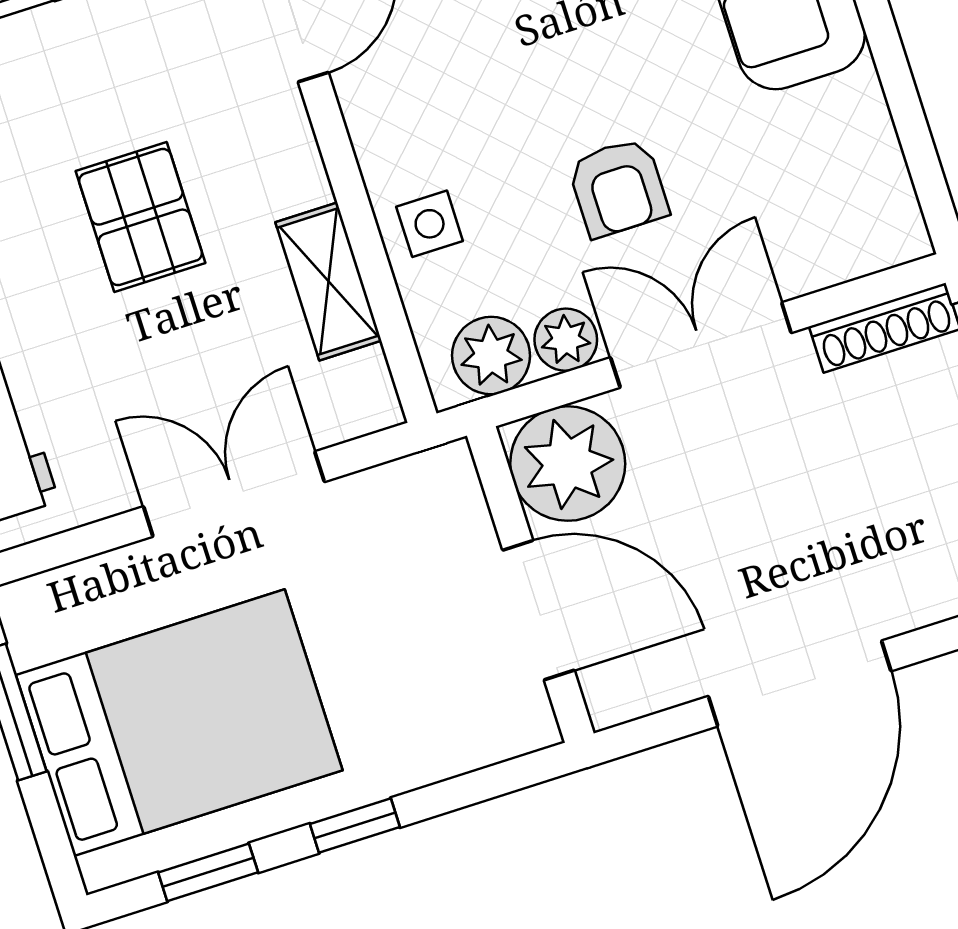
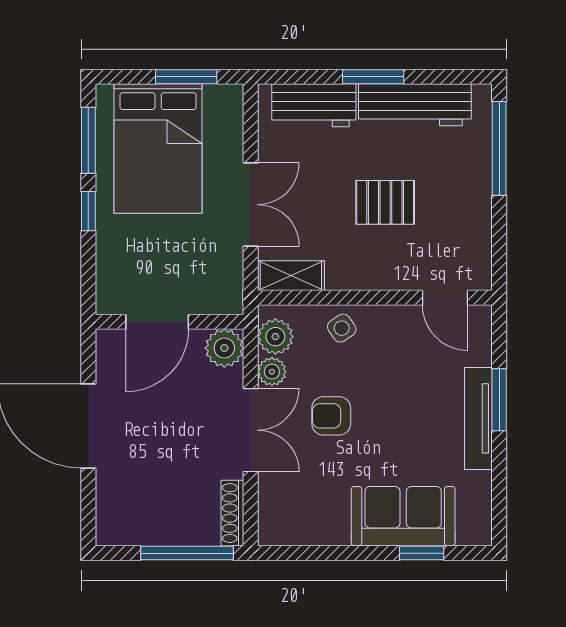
side table: (430, 224) -> (342, 328), turned -34
shelving: (328, 281) -> (291, 276), moved
plant: (568, 464) -> (224, 348), width x0.73, depth x0.73
window: (208, 872) -> (88, 140), width x1.50

